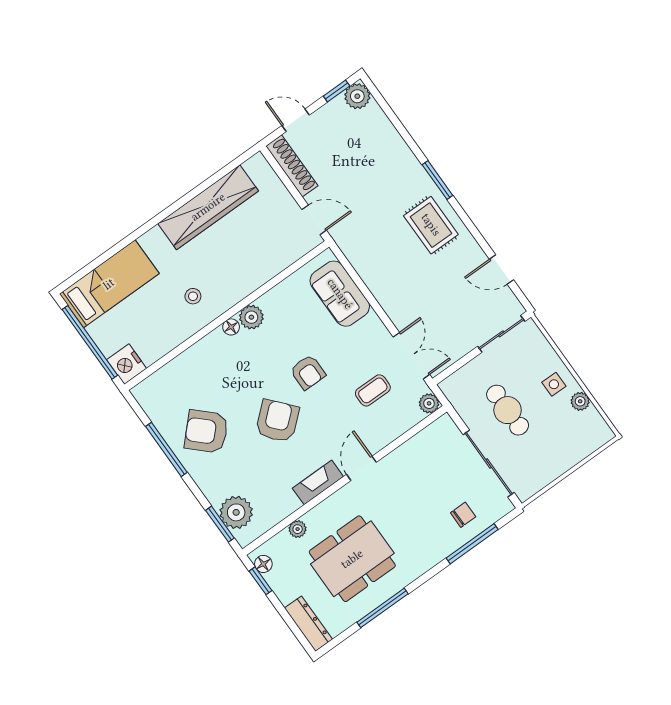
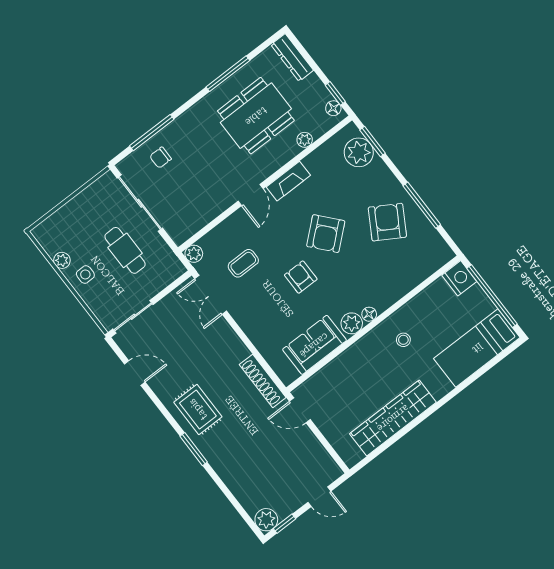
shoe rack: (292, 166) -> (263, 381), moved
sofa: (340, 294) -> (314, 345), moved, turned -90
armchair: (206, 431) -> (387, 222), turned -103

